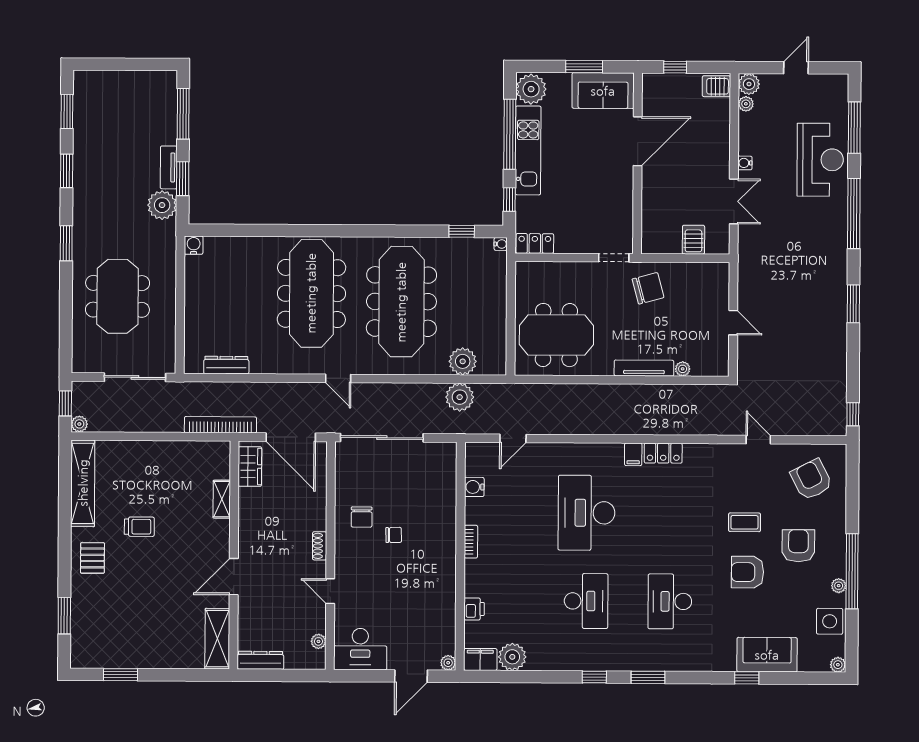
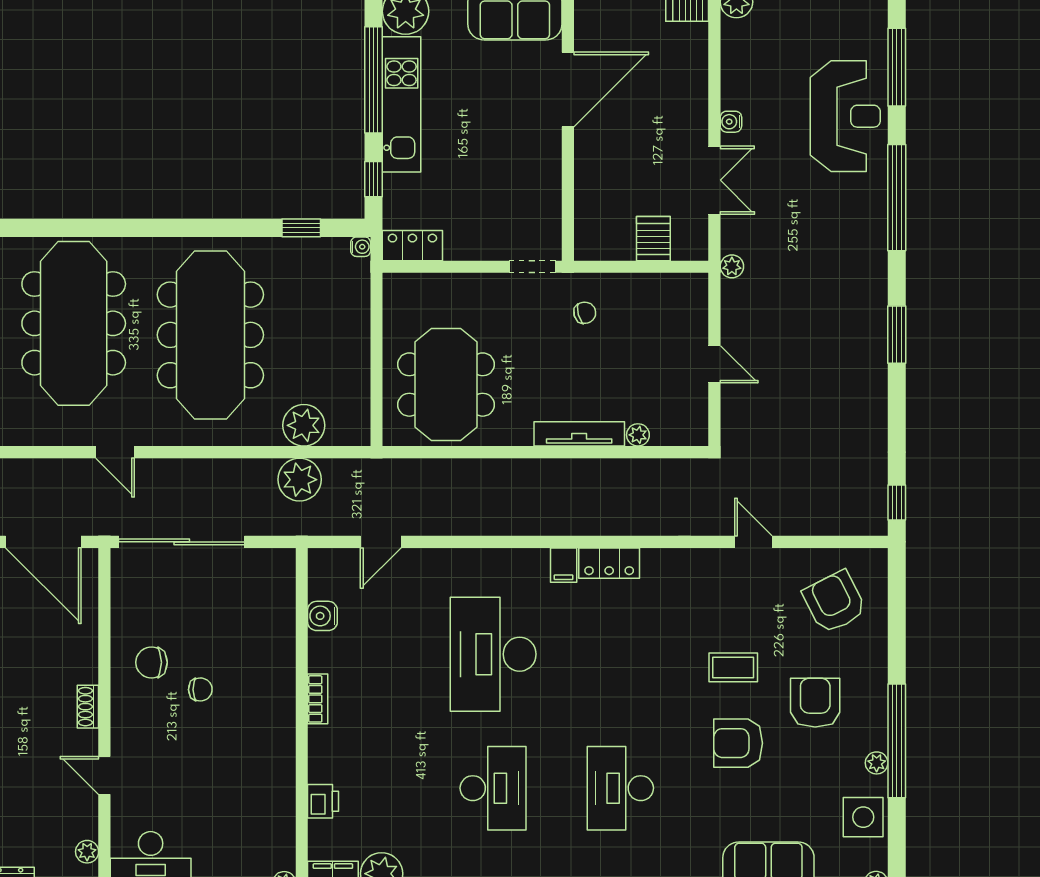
plant: (746, 104) -> (732, 266), moved
chair: (648, 288) -> (585, 313), width x0.54, depth x0.54
meeting table: (556, 335) -> (446, 385), turned 90
chair: (362, 517) -> (152, 662), turned 90

